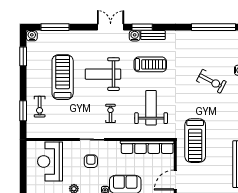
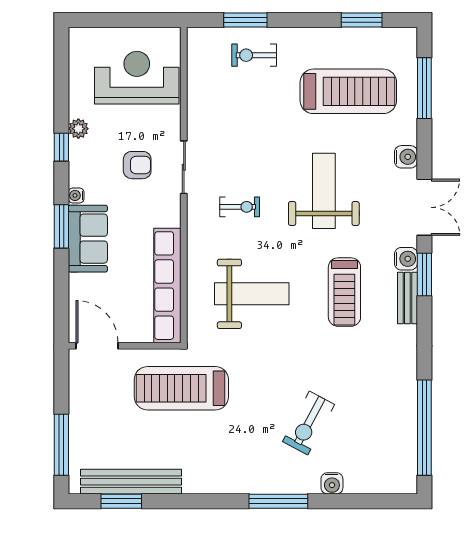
water cooler: (32, 36) -> (406, 157), moved
treadmill: (63, 77) -> (348, 91), moved

